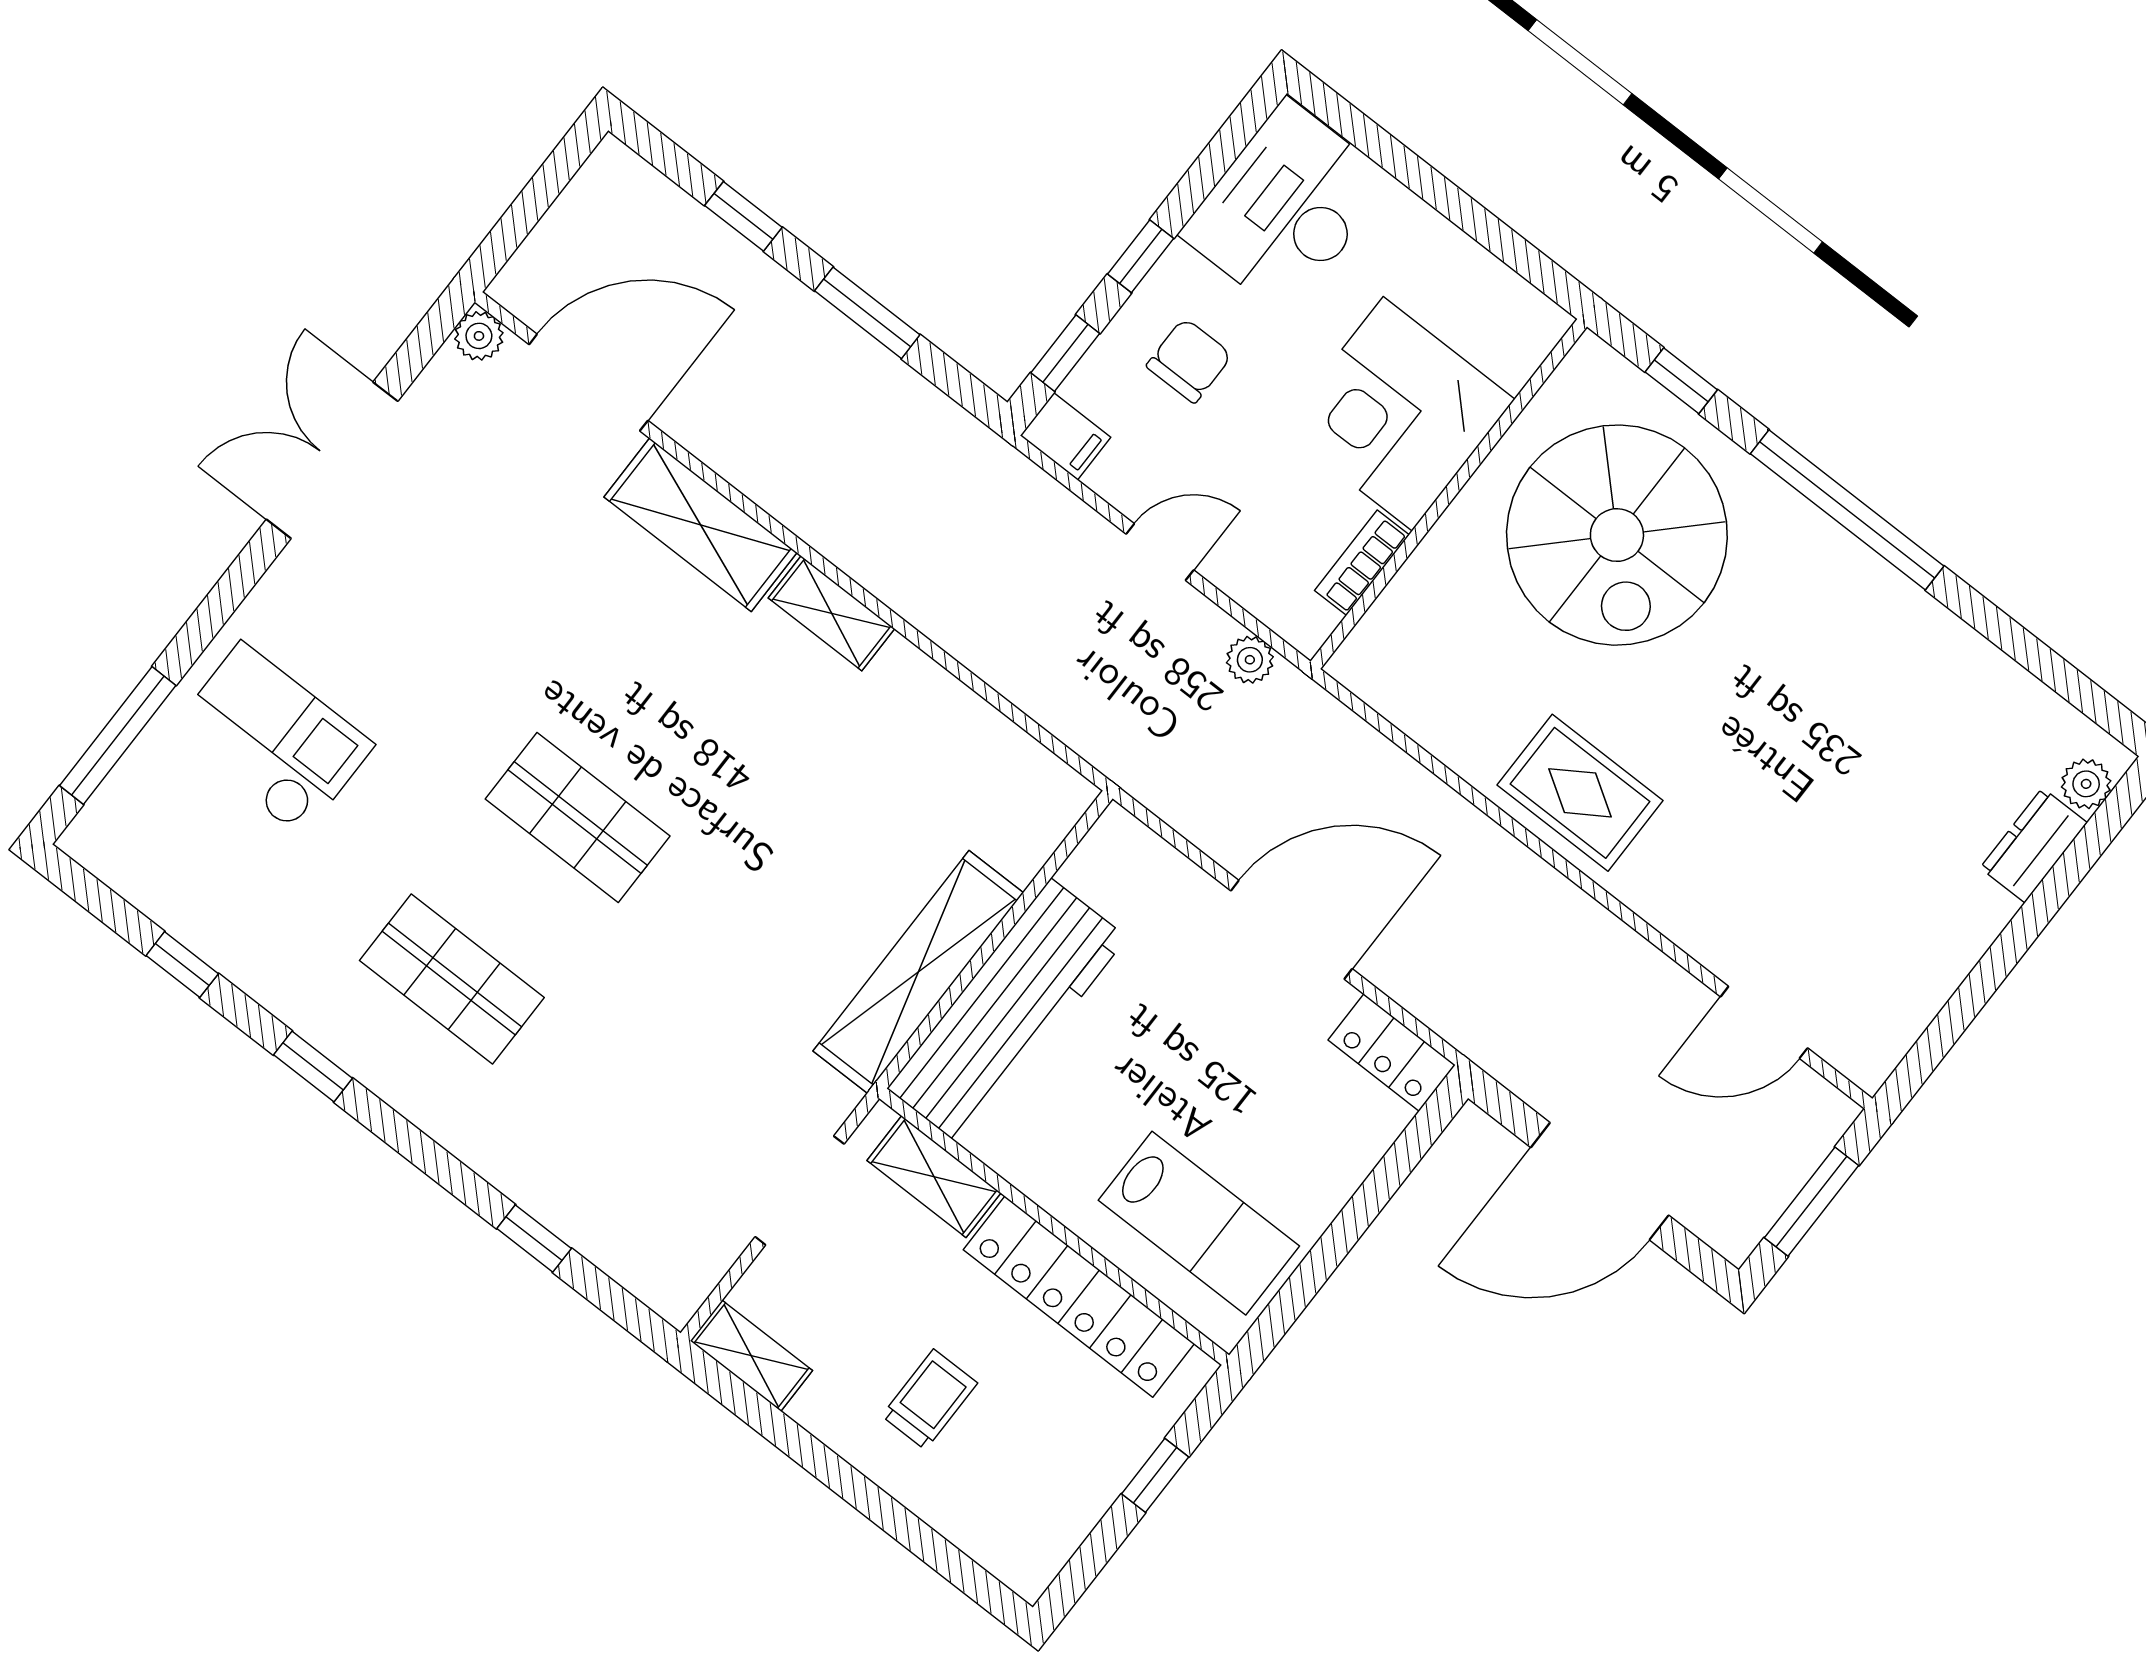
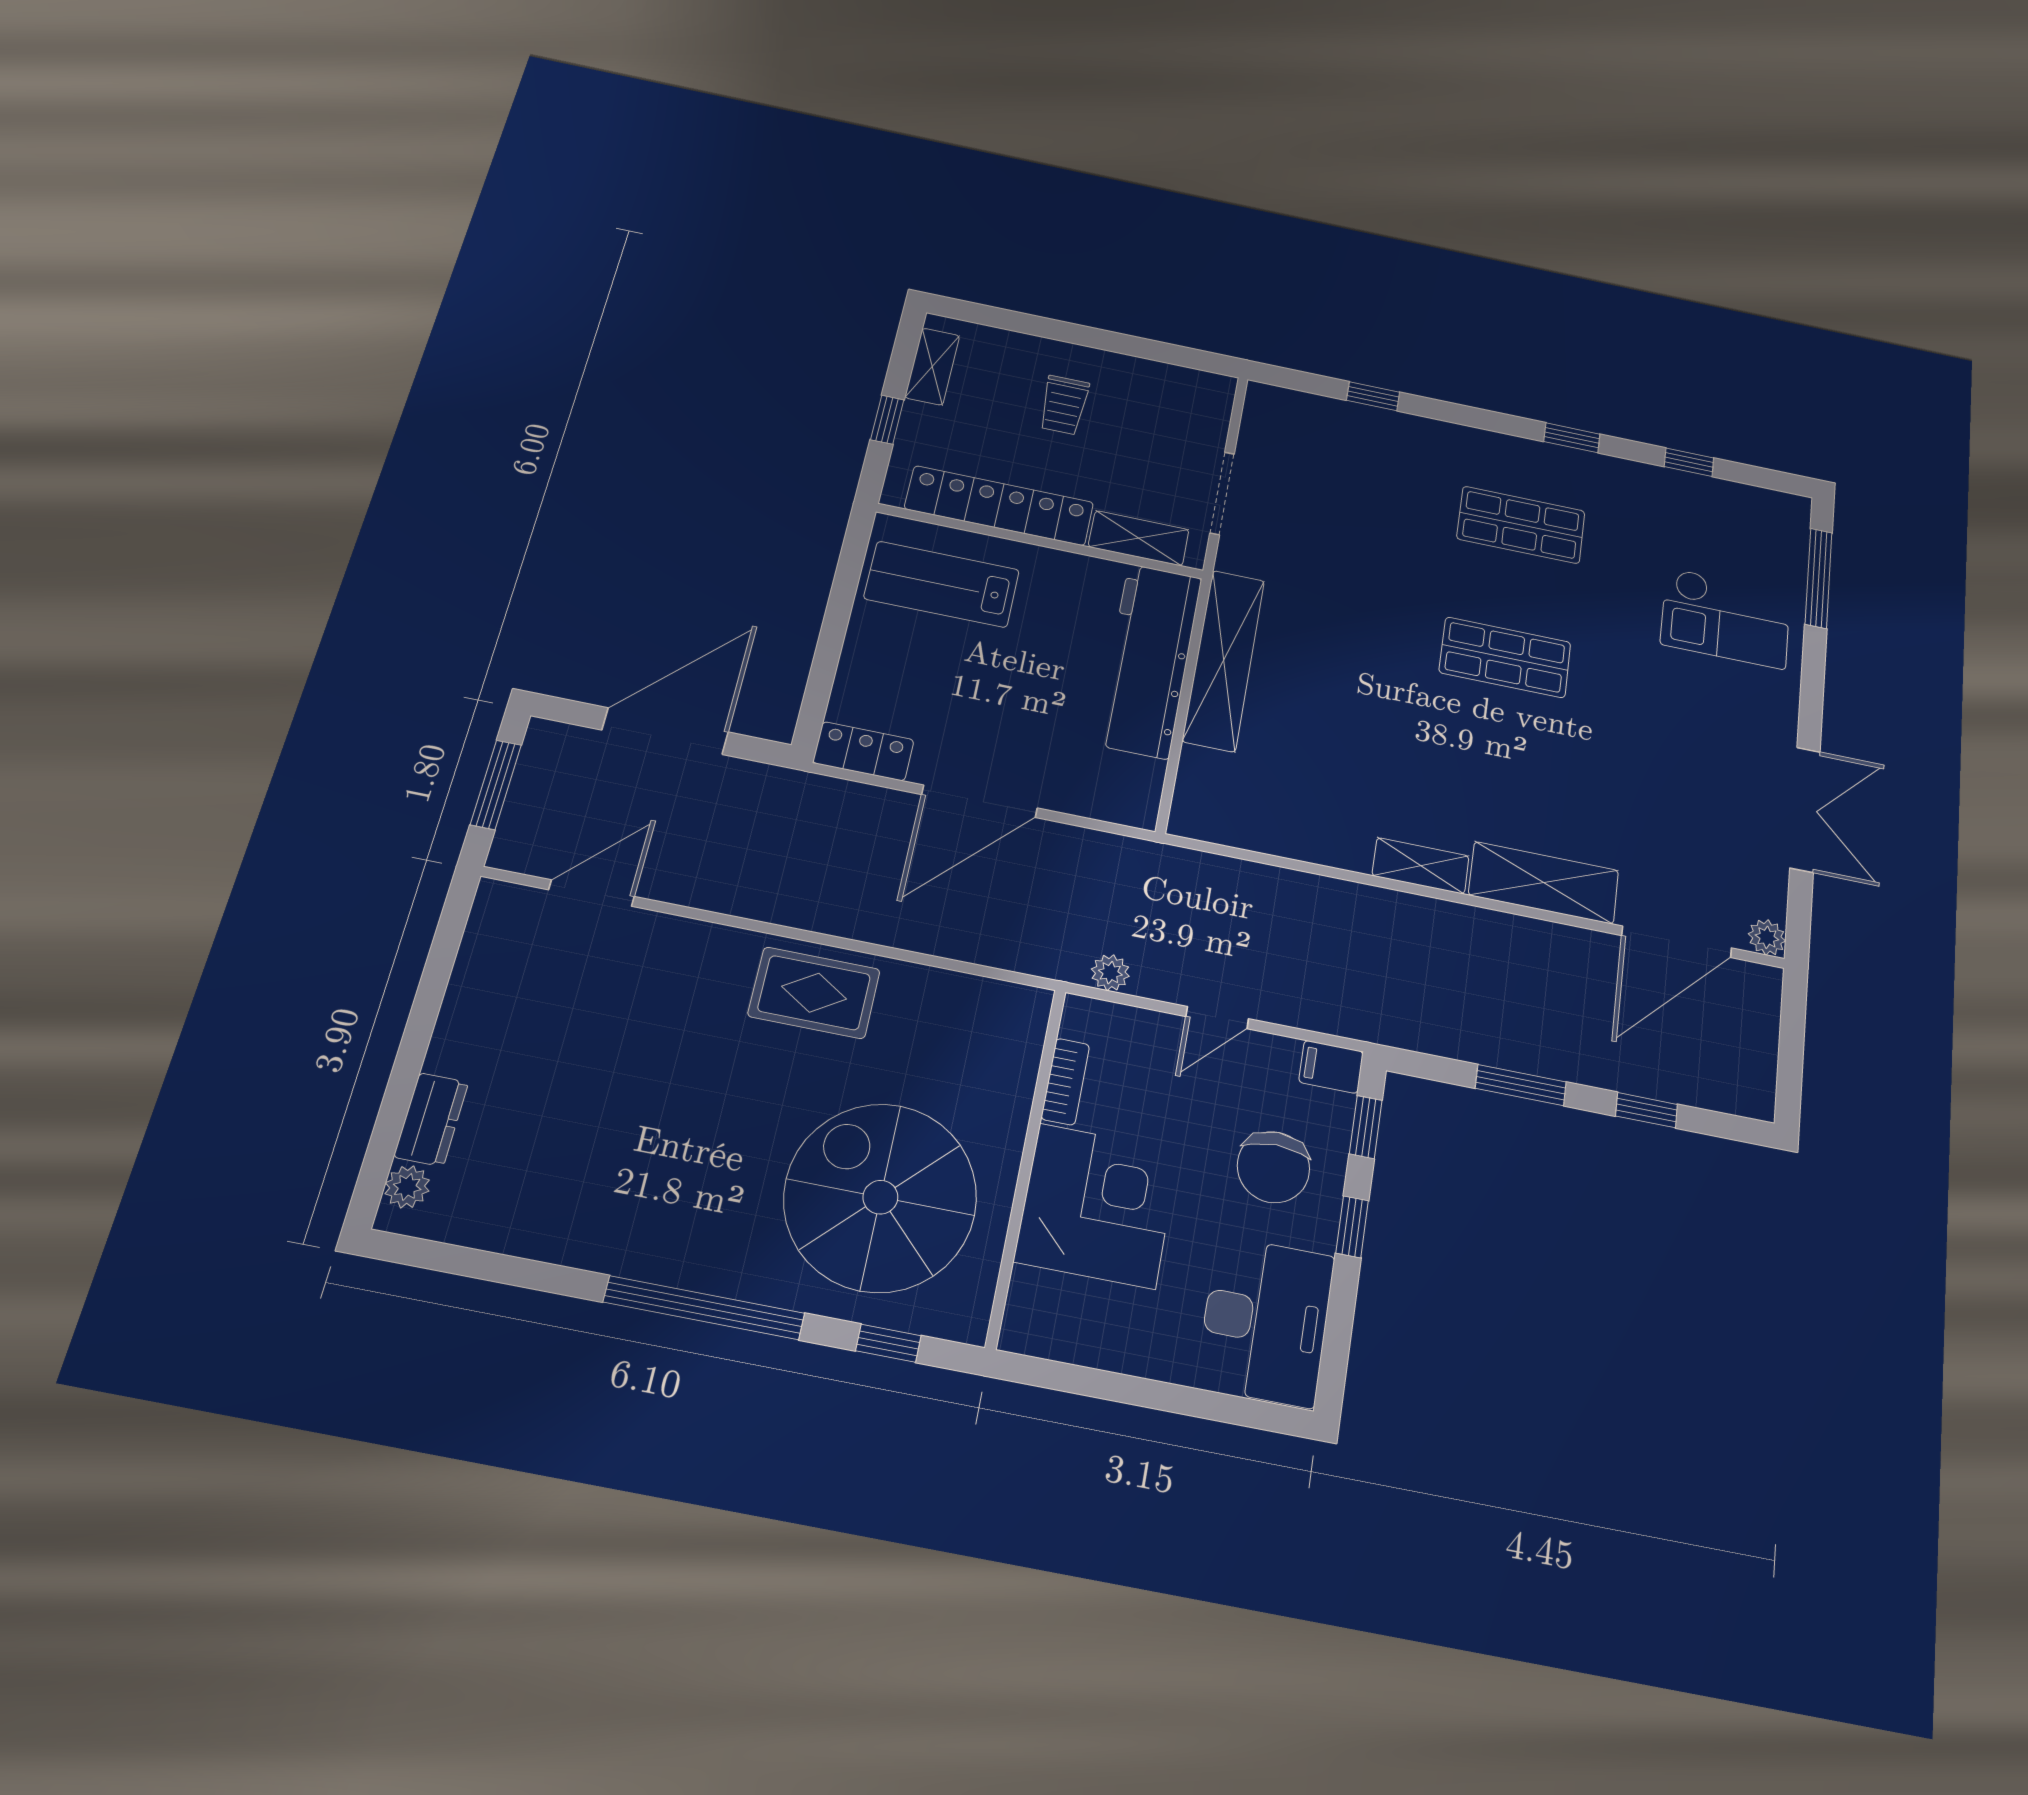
chair: (1189, 361) -> (1273, 1167), width x1.37, depth x1.37
shelving: (751, 1356) -> (932, 366), moved, turned 90

